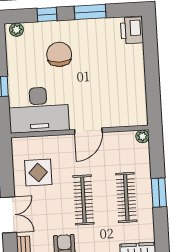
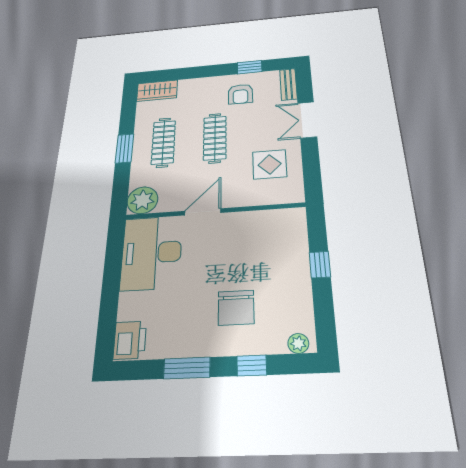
desk: (39, 110) -> (151, 253), moved, turned -90
plant: (142, 136) -> (142, 200), width x1.87, depth x1.87

